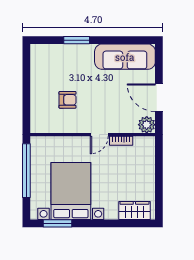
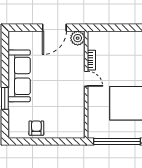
sofa: (125, 57) -> (19, 76), moved
armchair: (67, 100) -> (36, 128), moved

